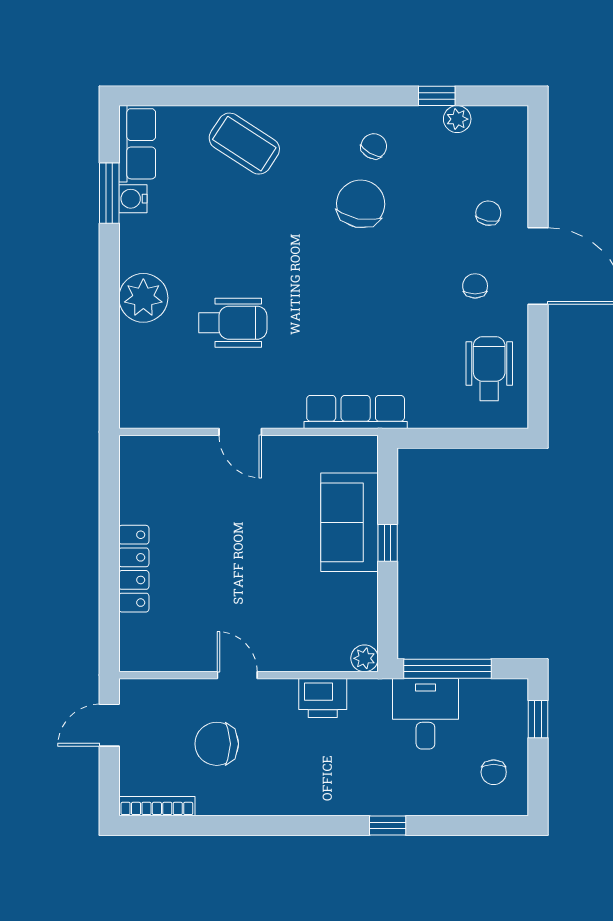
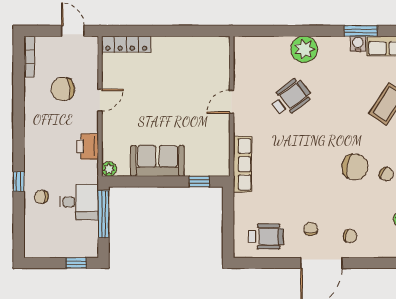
chair: (475, 286) -> (311, 229), turned -93
wheelchair: (233, 323) -> (291, 98), turned -127
sofa: (349, 522) -> (157, 161), moved
window: (388, 543) -> (199, 182), moved
locker: (134, 569) -> (126, 44), moved
chair: (217, 744) -> (63, 89), turned -97
chair: (494, 772) -> (41, 197), moved

